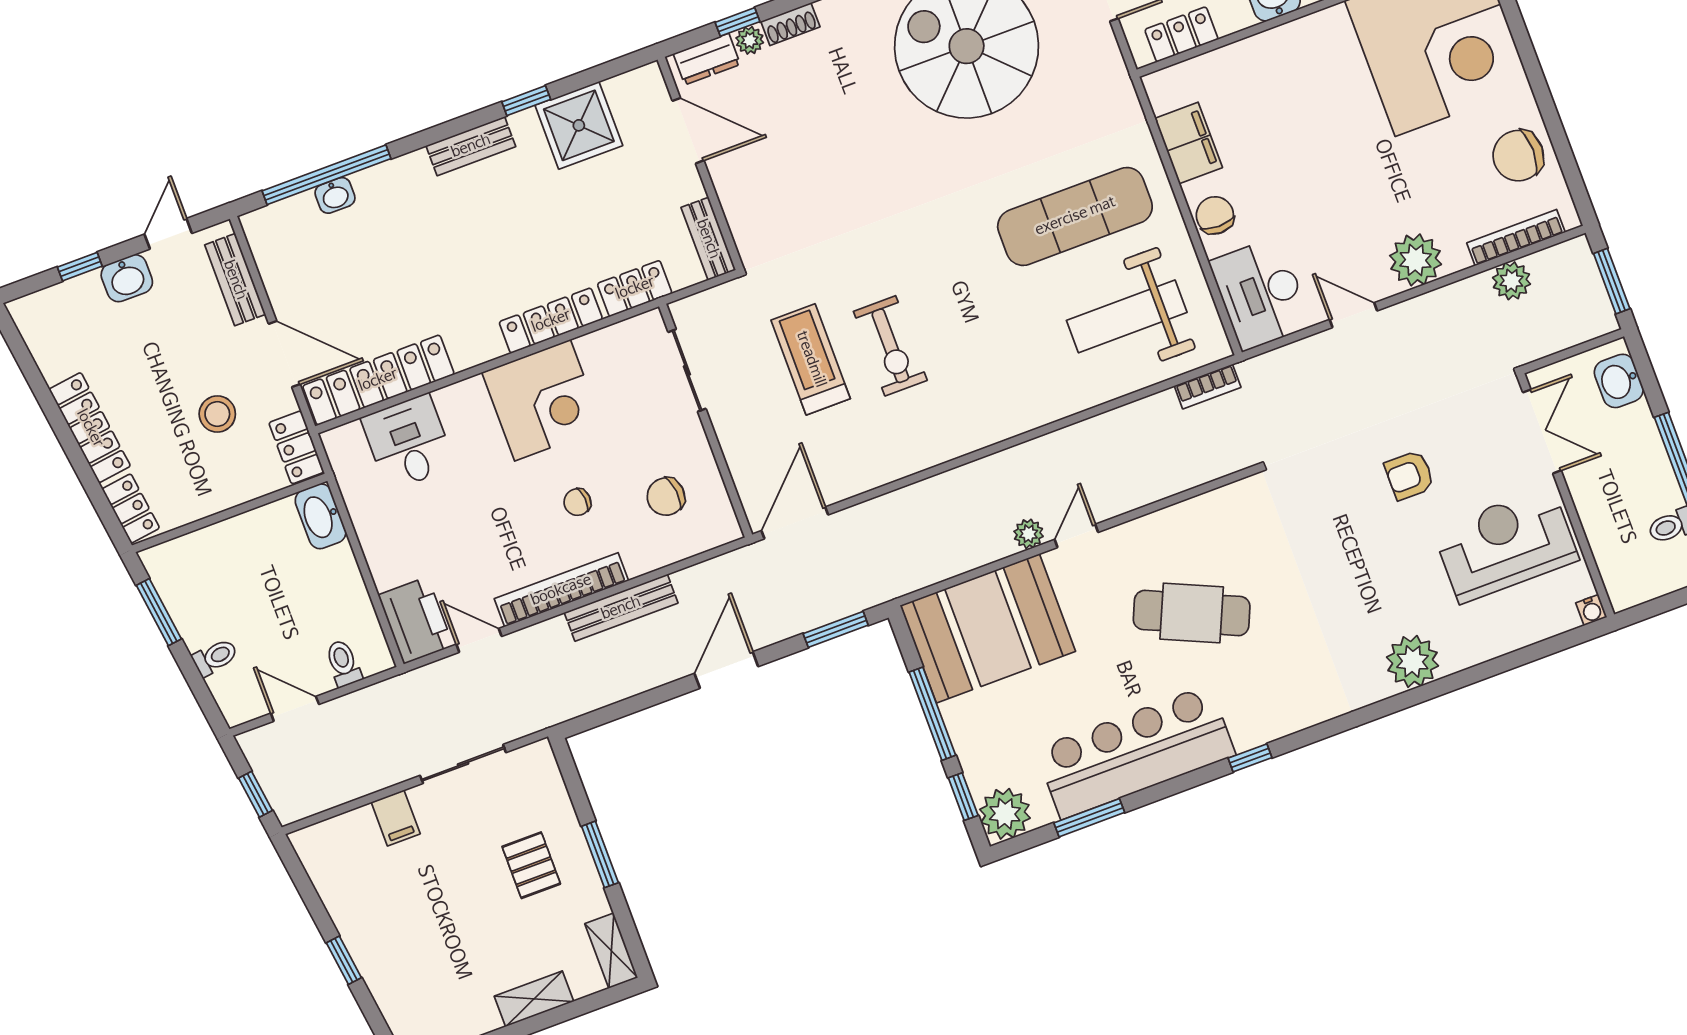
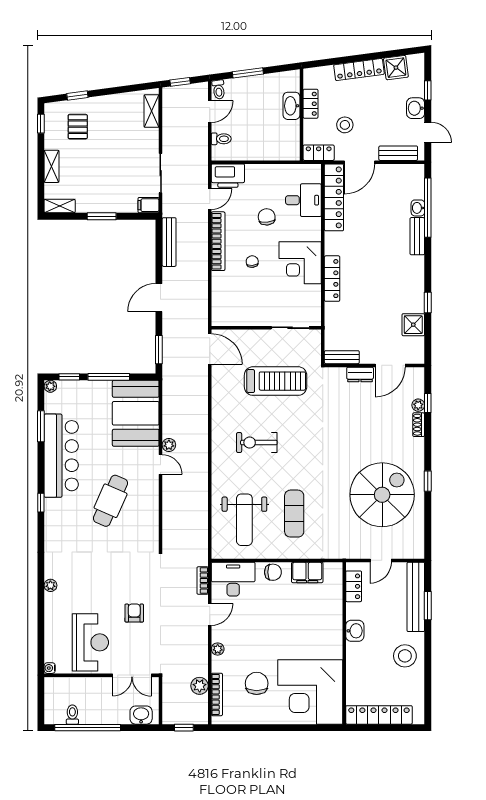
dresser: (707, 59) -> (360, 374), moved, turned -90
shower: (579, 125) -> (413, 325), width x0.73, depth x0.73
bench: (471, 146) -> (417, 236), moved
chair: (1518, 156) -> (257, 683), moved
exercise mat: (1075, 216) -> (294, 514), width x0.73, depth x0.69
plant: (1416, 260) -> (218, 649), width x0.53, depth x0.53
window: (1612, 281) -> (184, 728), width x0.67
locker: (635, 288) -> (332, 319), removed
weight bench: (1127, 316) -> (244, 520), turned 180
exercise bike: (890, 346) -> (257, 443), moved
shower: (57, 351) -> (396, 68), added
treadmill: (811, 359) -> (276, 381), width x1.37, depth x1.38
bookcase: (1208, 387) -> (203, 580), moved
chair: (666, 497) -> (267, 217), moved
locker: (131, 509) -> (311, 104), moved, turned -82
washbasin: (321, 516) -> (291, 106), moved, turned -90
bench: (621, 608) -> (169, 242), moved
window: (159, 612) -> (248, 73), moved
toilet: (215, 657) -> (219, 90), moved
plant: (1412, 661) -> (50, 585), width x0.53, depth x0.53
door: (726, 670) -> (159, 298), swing flipped
plant: (1005, 814) -> (50, 386), width x0.53, depth x0.53
filing cabinet: (396, 818) -> (149, 205), moved
shelving: (339, 832) -> (152, 111), added
pallet: (531, 865) -> (78, 127), moved, turned 90
window: (344, 960) -> (77, 96), moved

